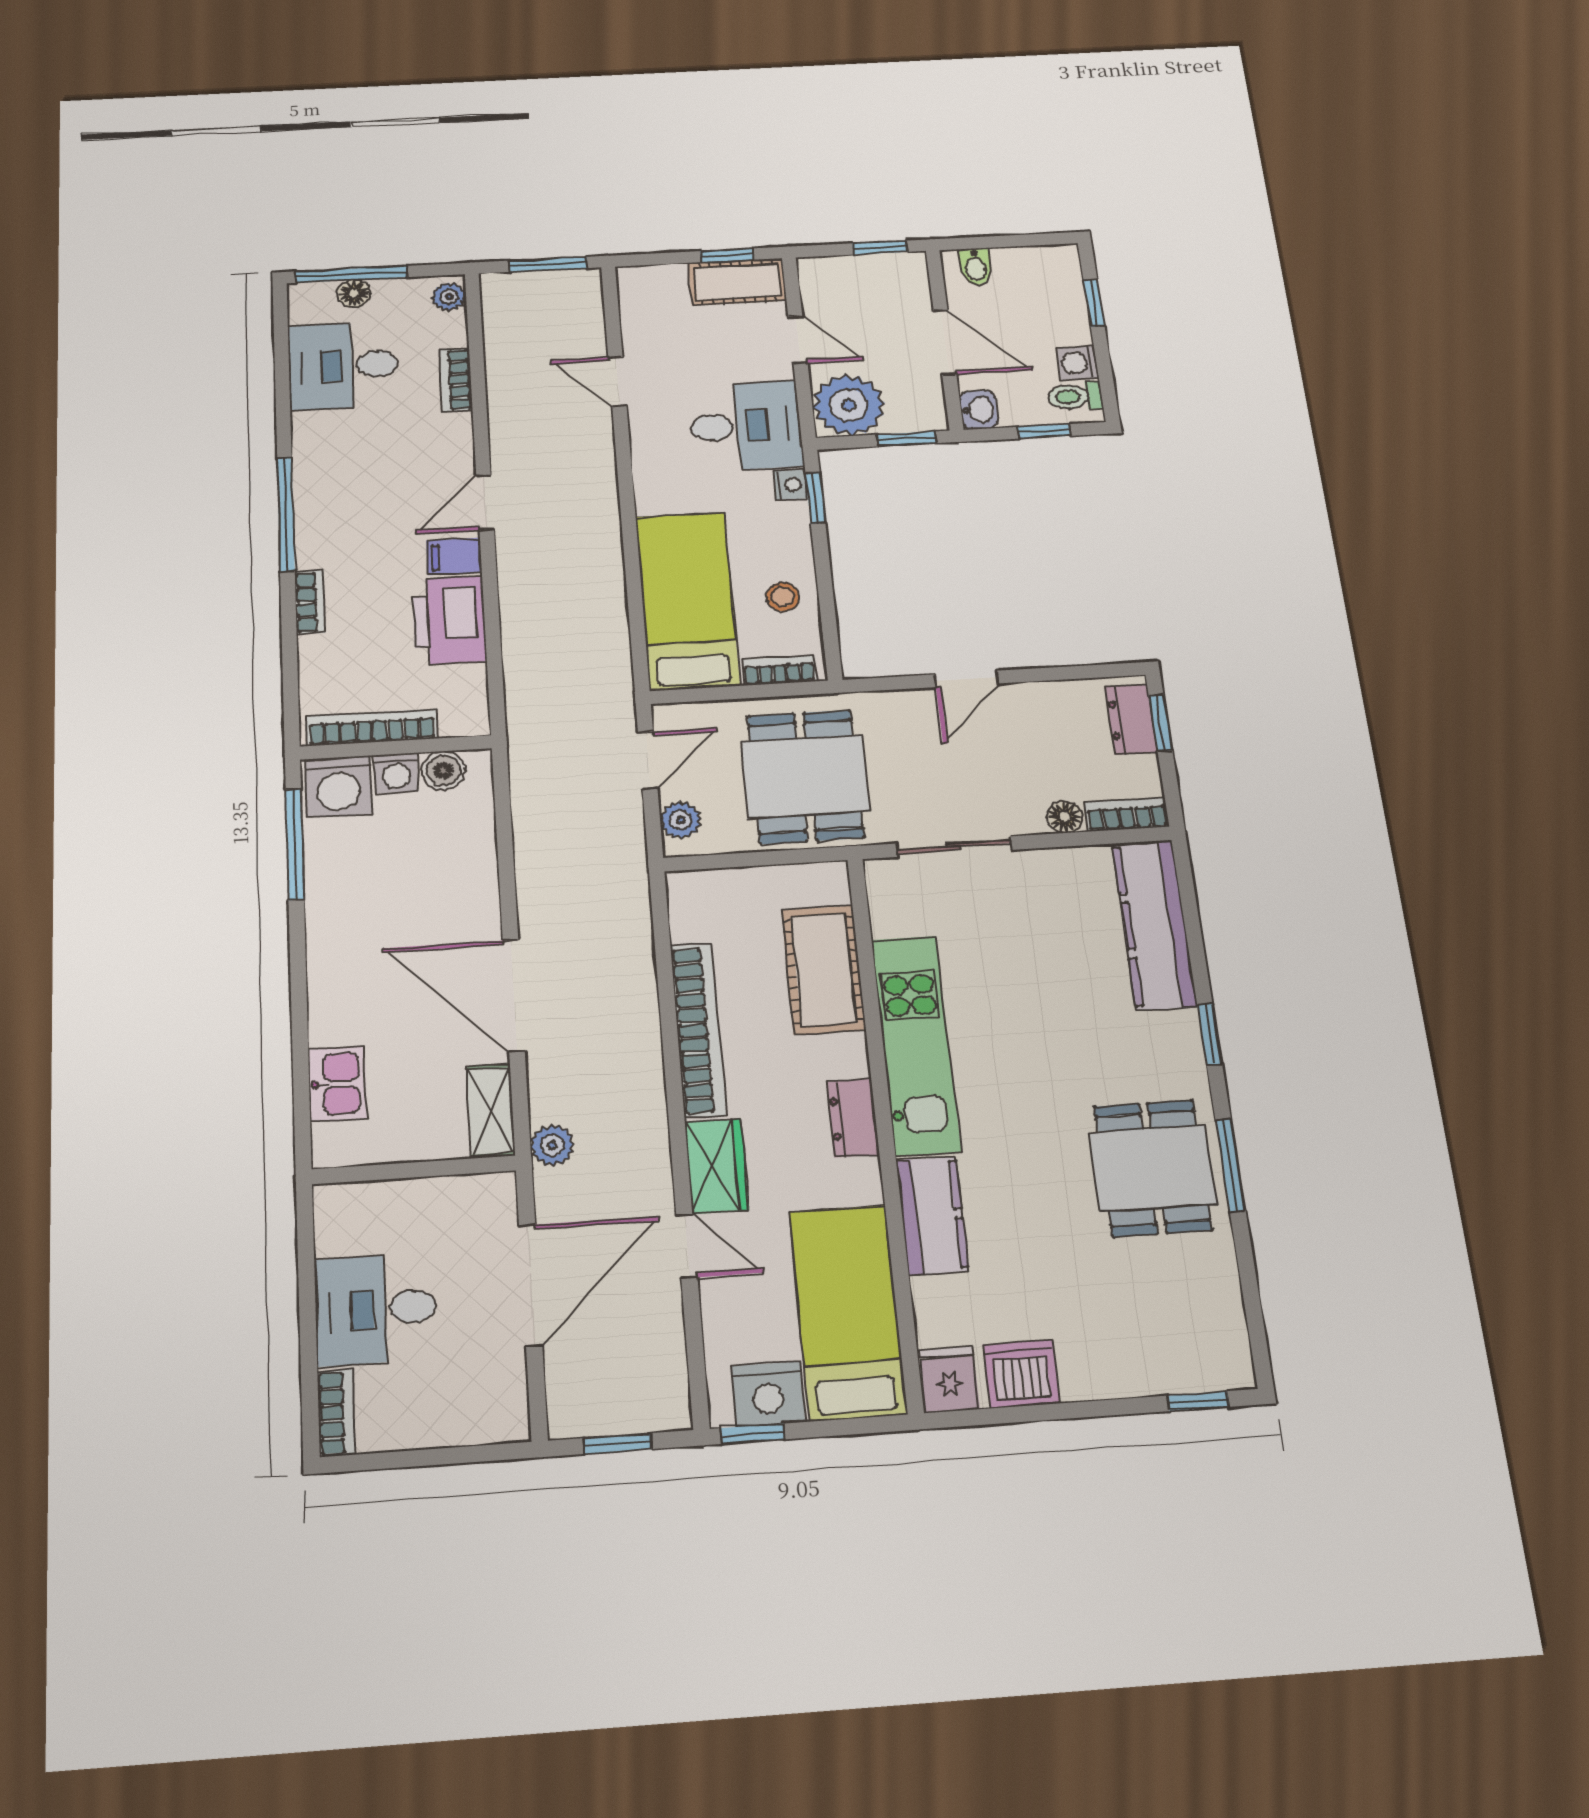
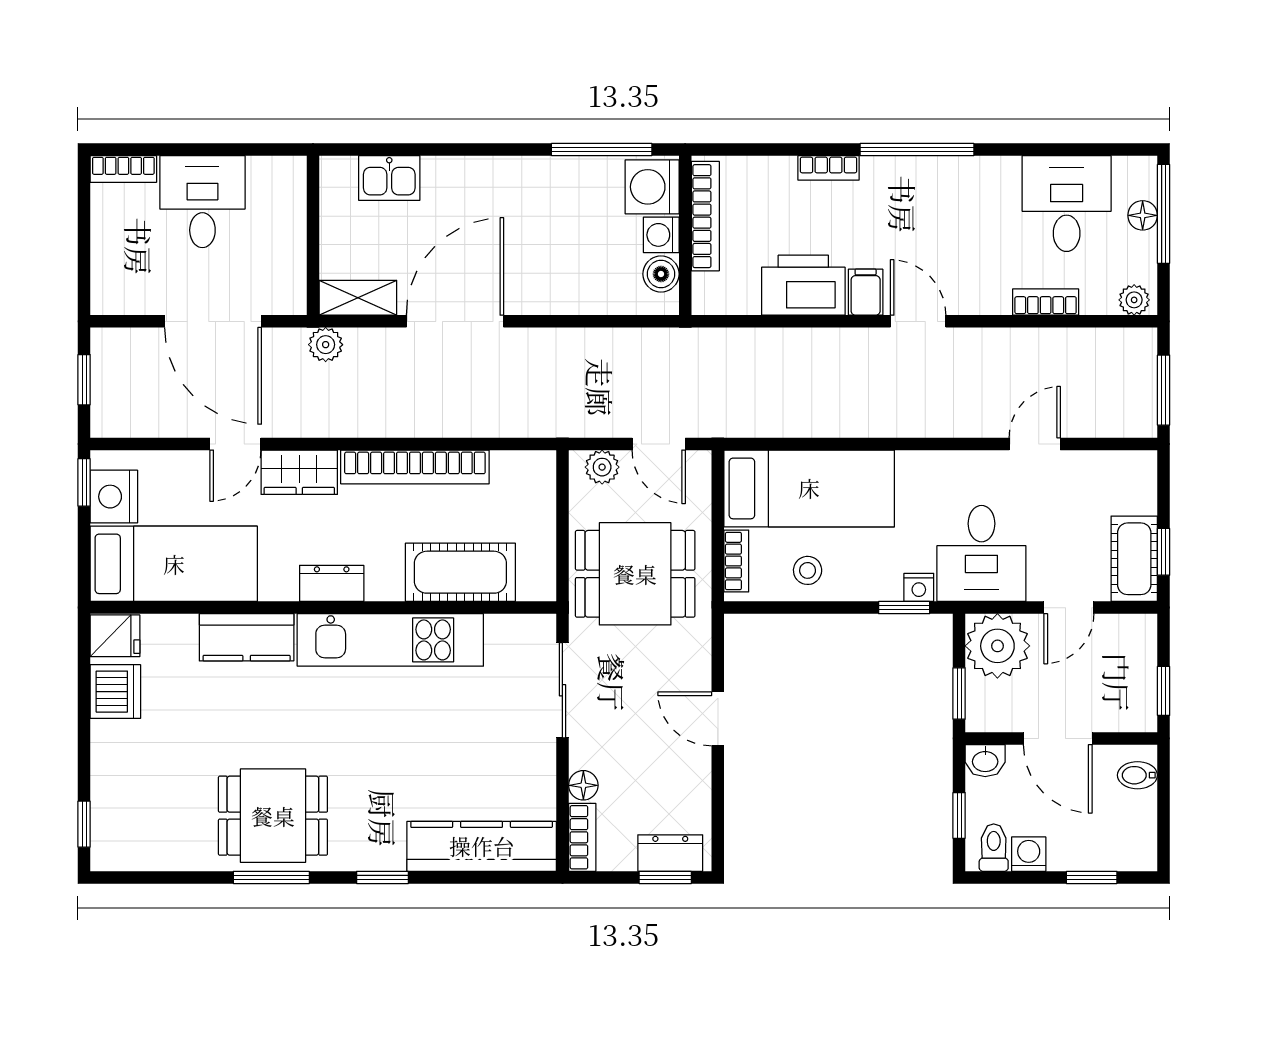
door: (945, 342) -> (1058, 738), hinge flipped

